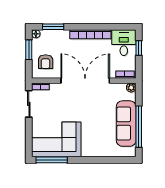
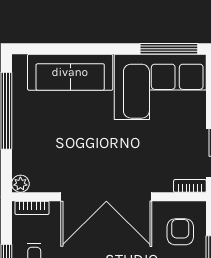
sofa: (126, 124) -> (70, 72), moved, turned 90

